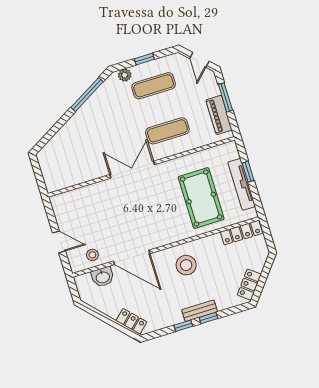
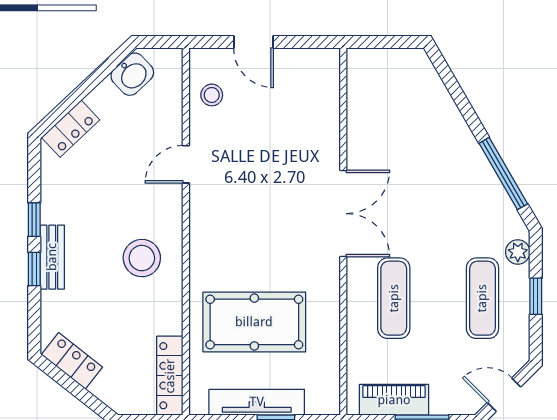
door: (59, 242) -> (253, 42), hinge flipped
door: (132, 257) -> (186, 164), width x0.53
washbasin: (103, 277) -> (132, 74), moved, turned -133

